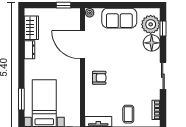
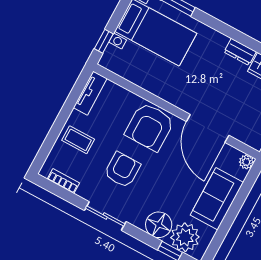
door: (83, 45) -> (208, 128), swing flipped
armchair: (99, 78) -> (150, 127), width x1.88, depth x1.88
armchair: (132, 80) -> (122, 170), added

